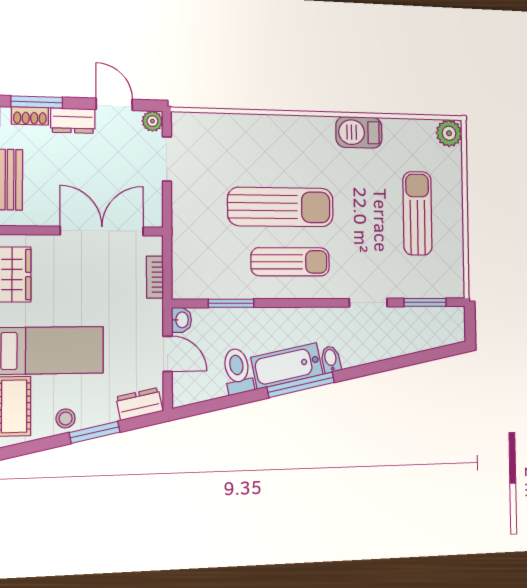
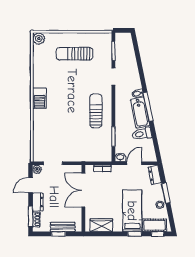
barbecue: (359, 132) -> (39, 98), moved
sun lounger: (281, 207) -> (72, 115), removed

